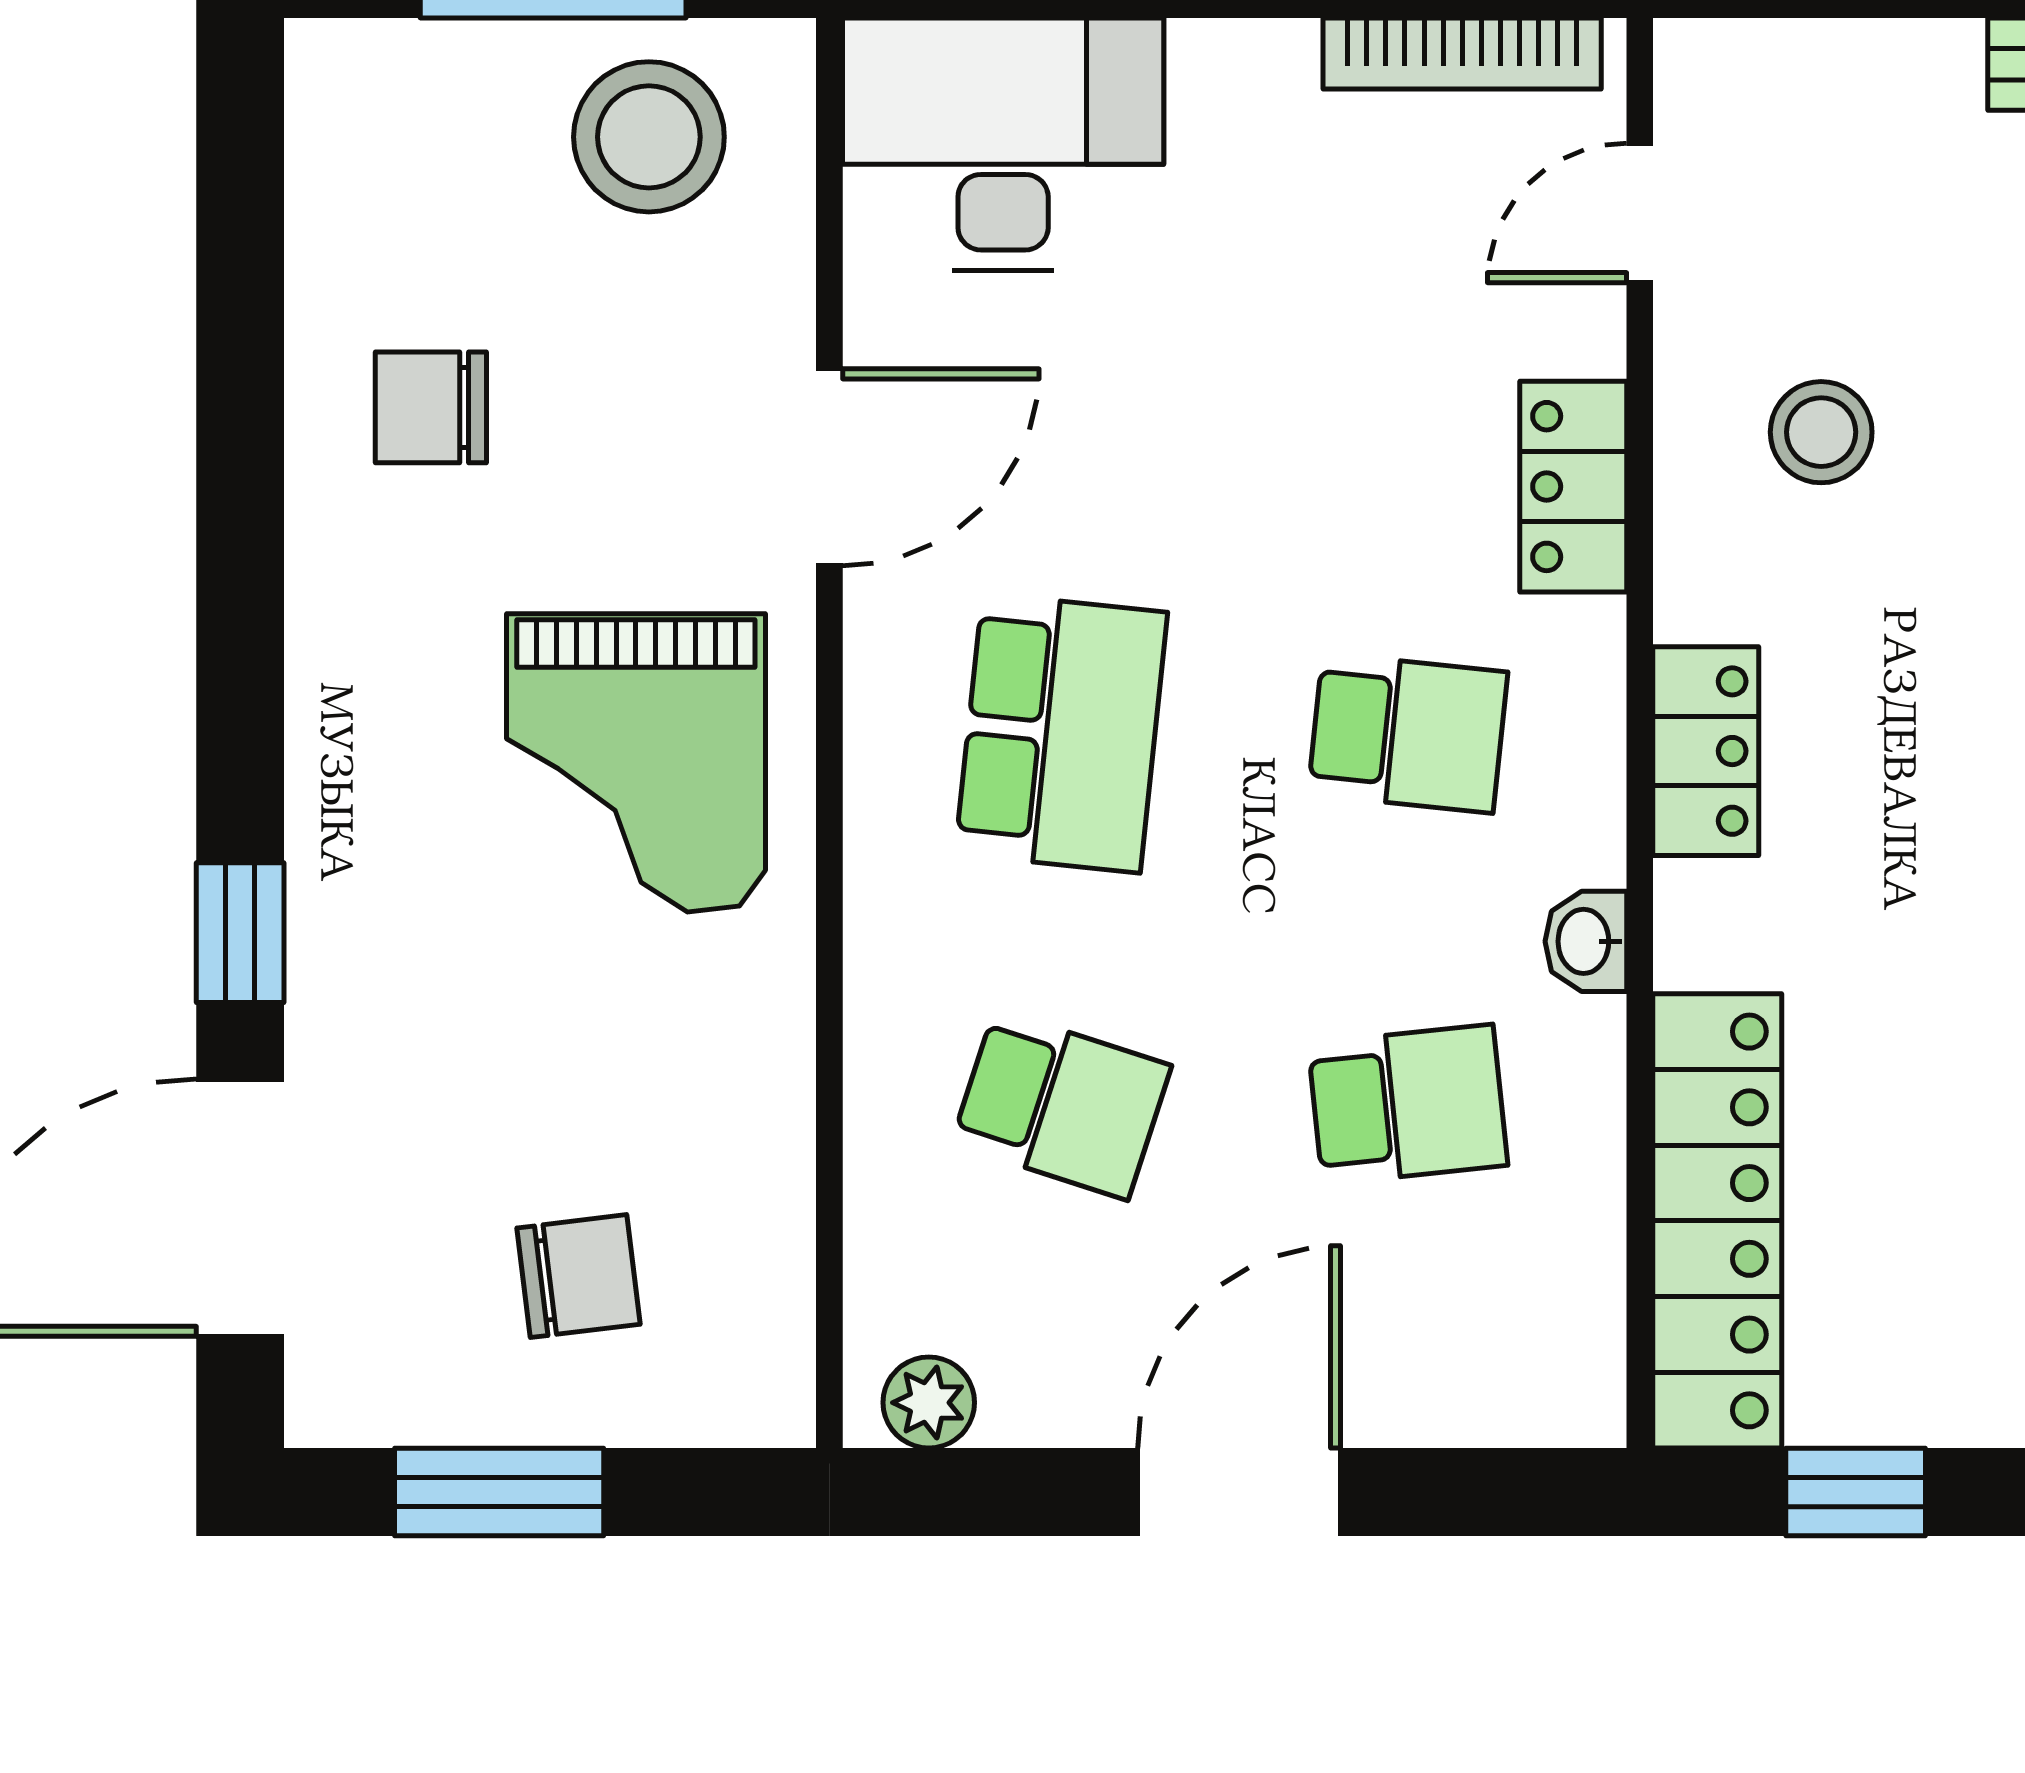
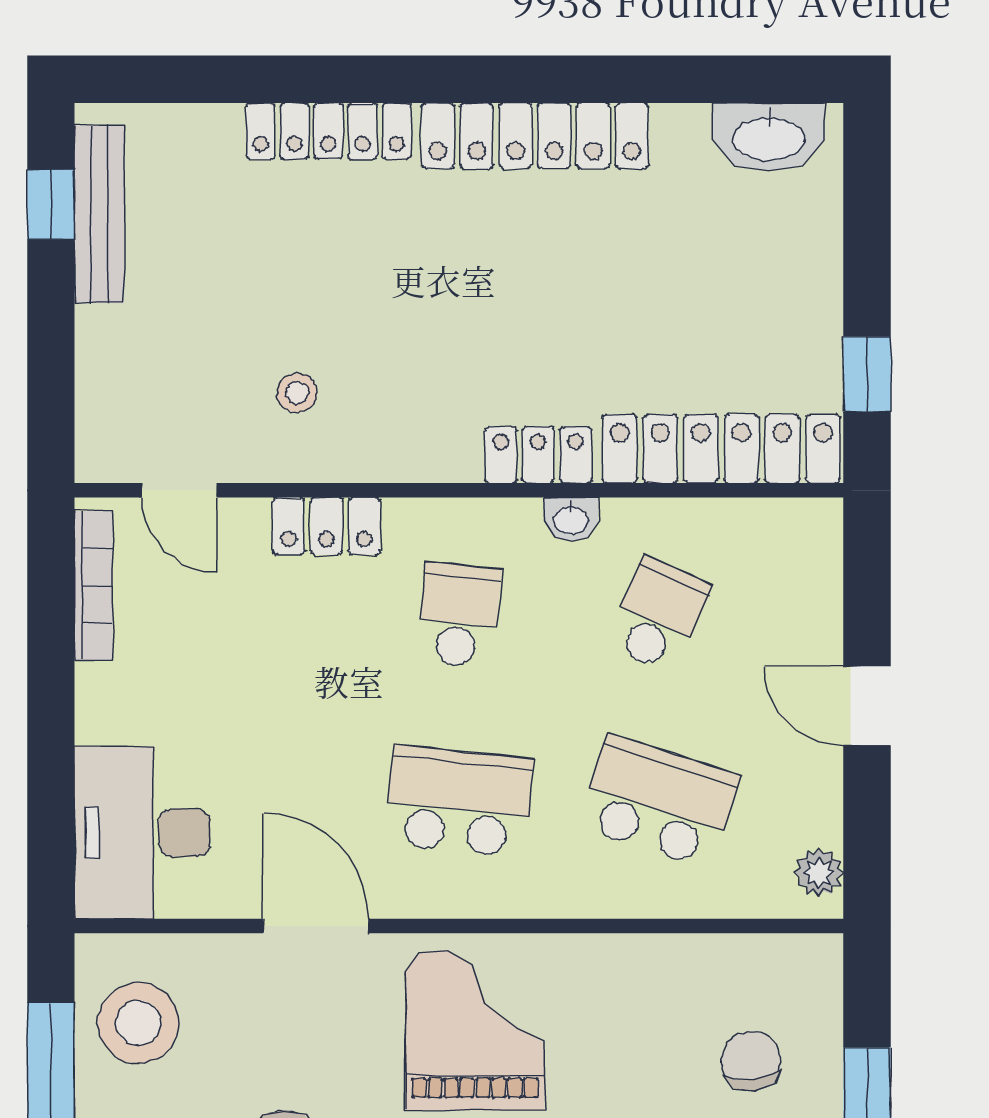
stool: (1821, 432) -> (297, 393), width x0.73, depth x0.73
locker: (1706, 751) -> (538, 455), moved
grand piano: (636, 763) -> (475, 1030), turned -90
school desk: (1061, 1104) -> (659, 801), width x1.85
school desk: (1408, 1104) -> (659, 615), turned 30
door: (1239, 1492) -> (867, 706), width x0.73

